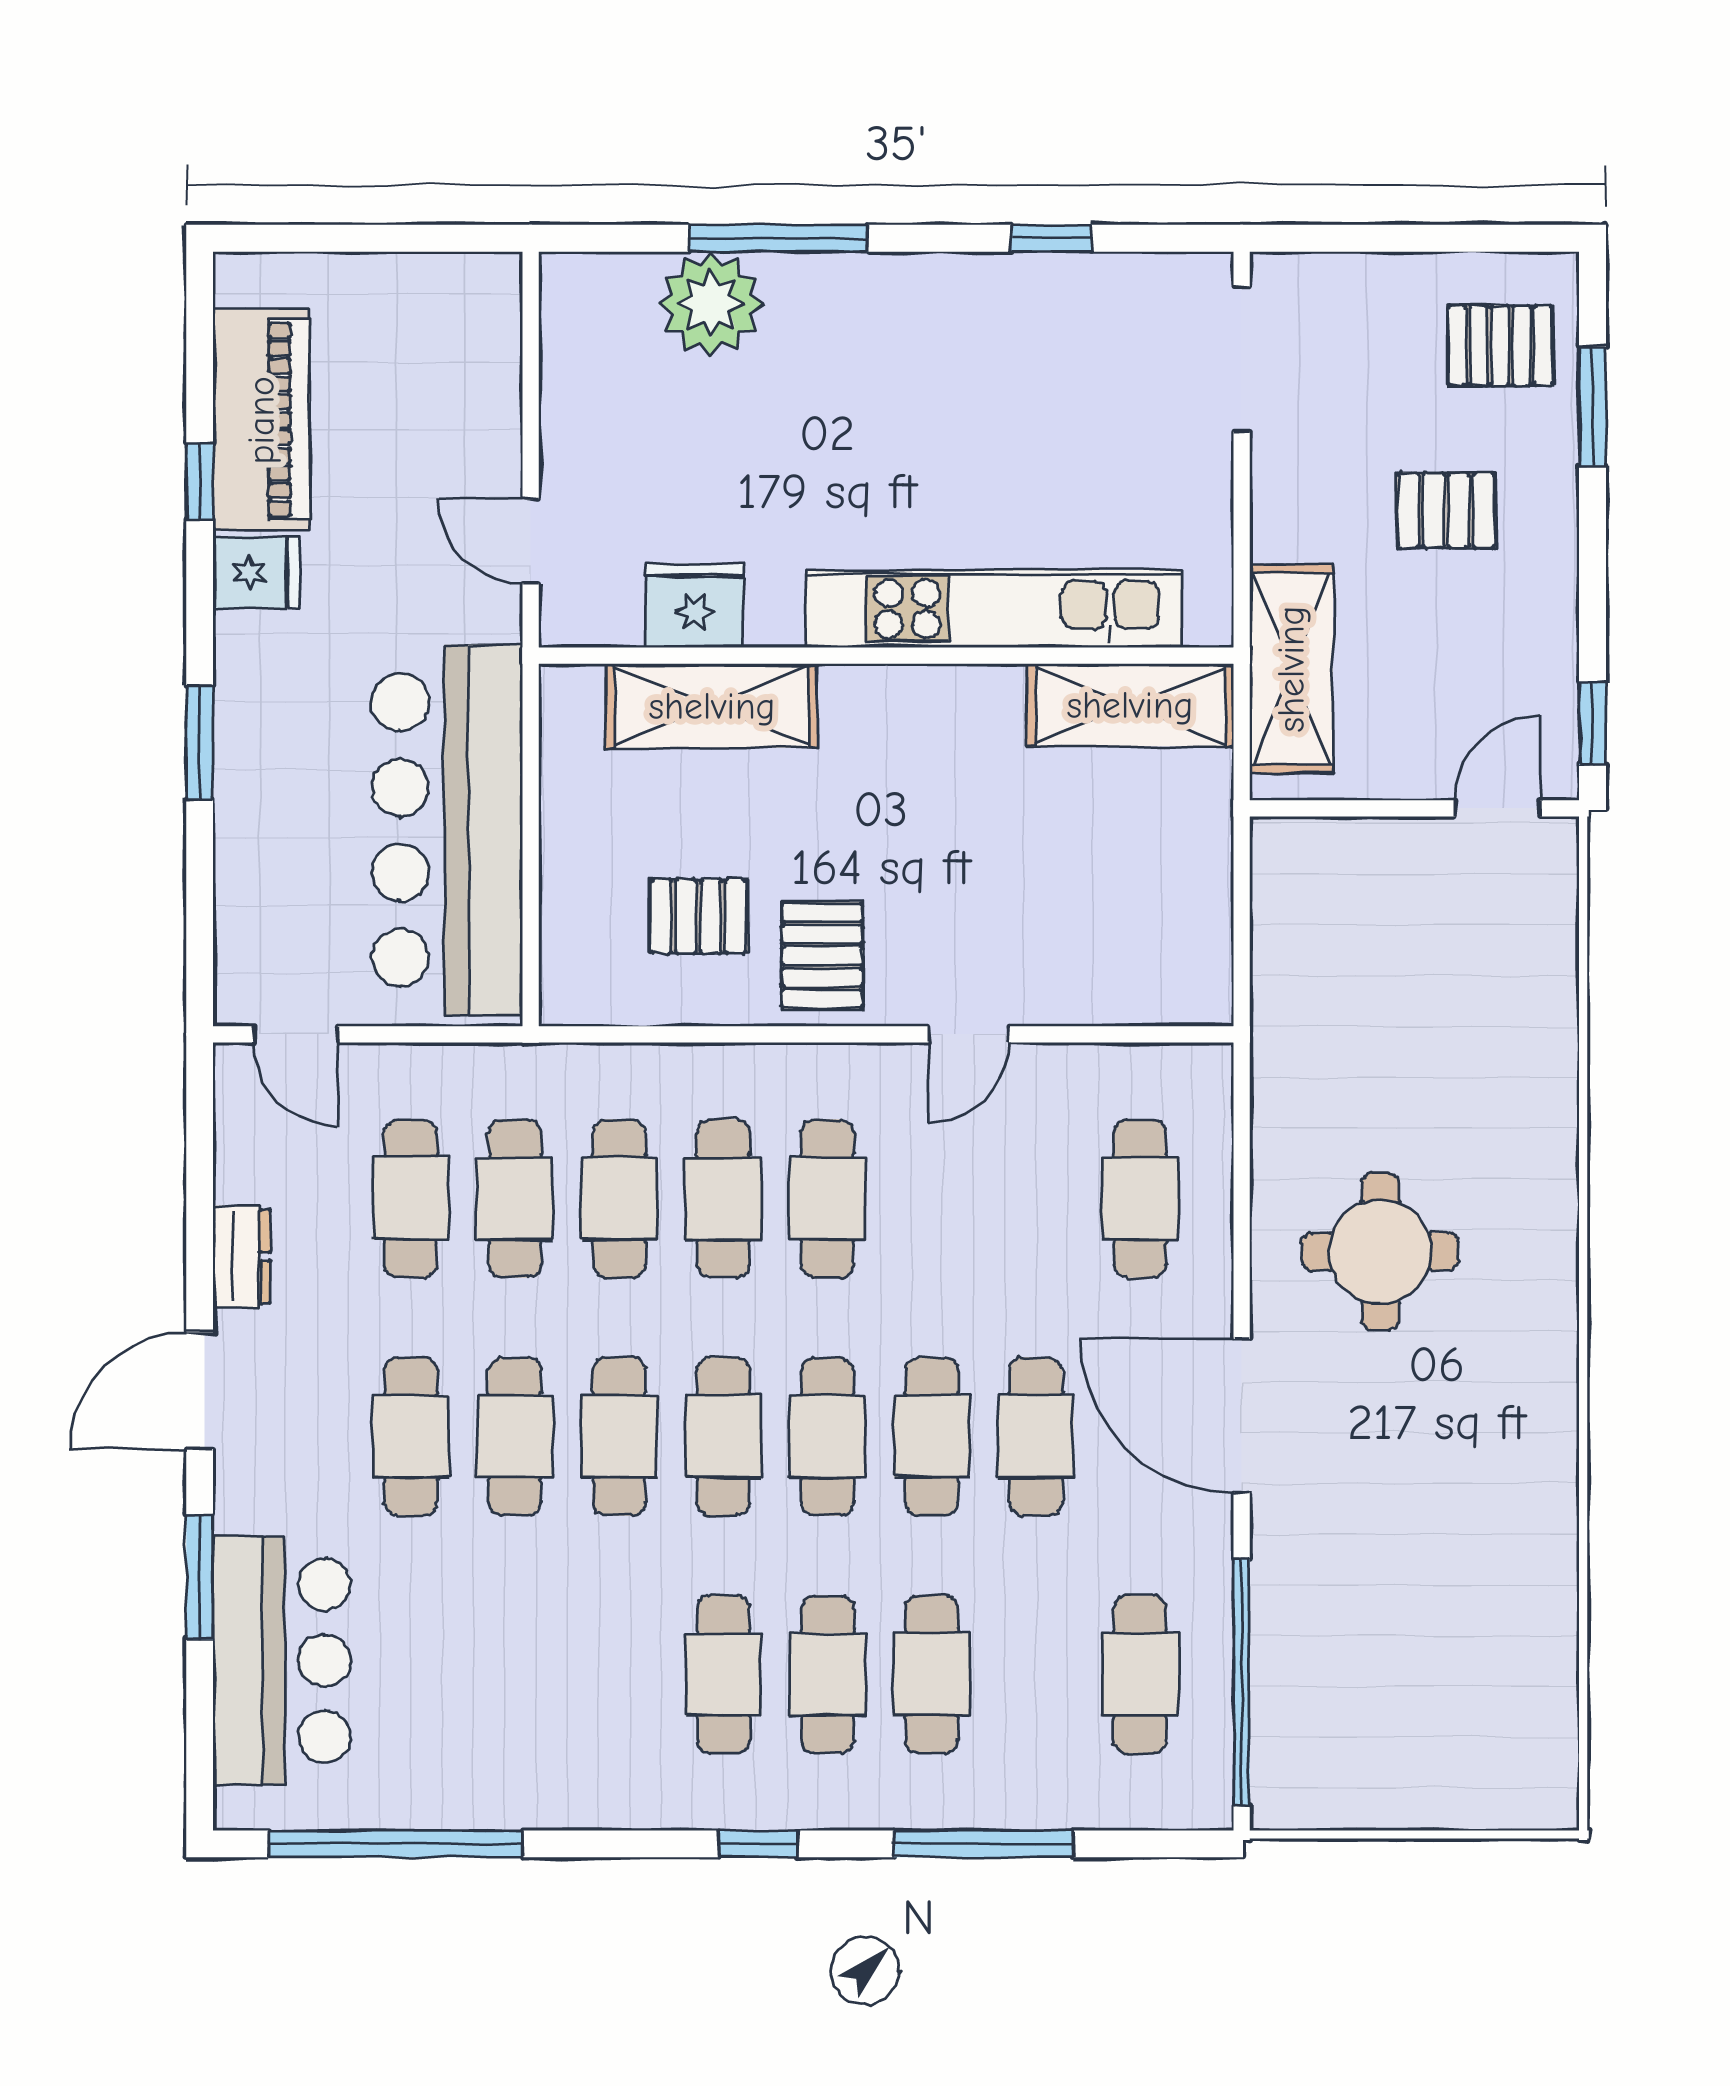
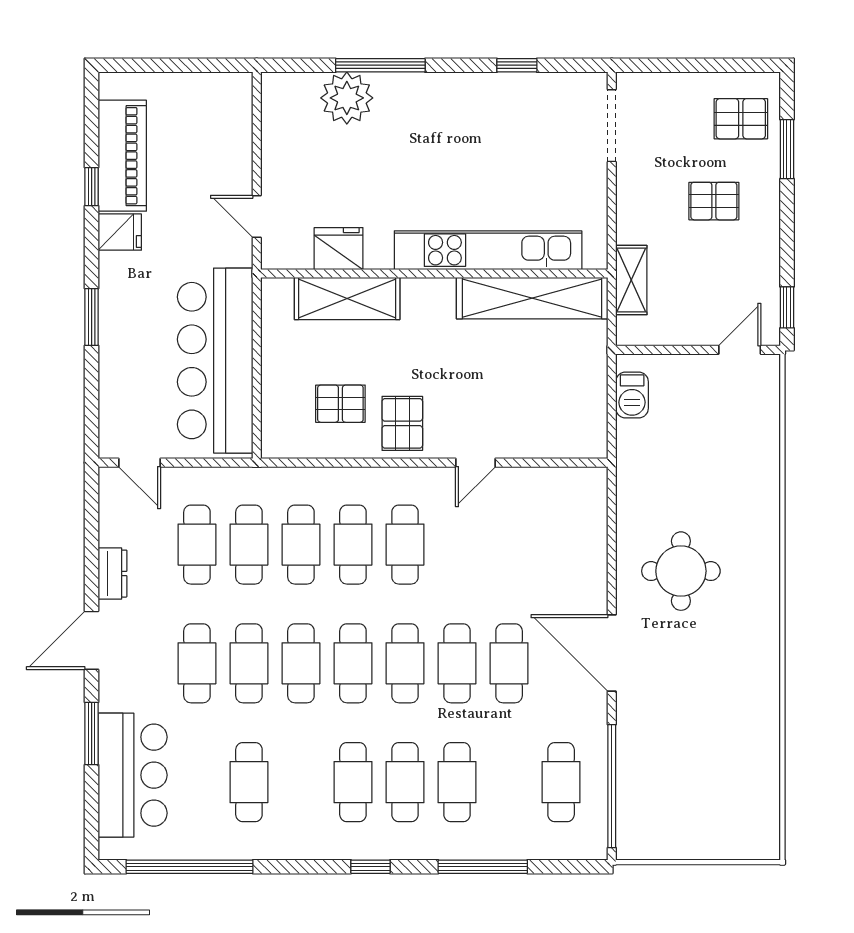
shelving: (1291, 669) -> (631, 280), width x0.67, depth x0.75
shelving: (1130, 705) -> (532, 298), width x1.47
barbecue: (1282, 899) -> (632, 395), added
cafe table: (1140, 1198) -> (249, 782), moved

